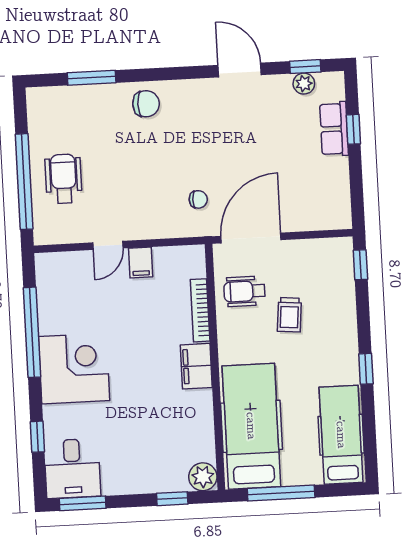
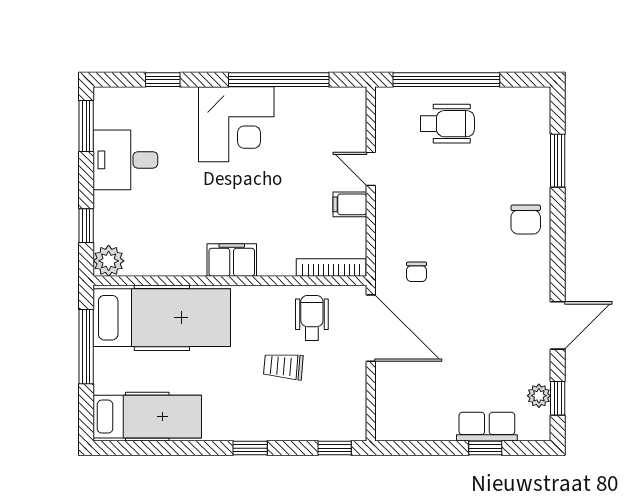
bookcase: (200, 310) -> (331, 267), moved
window: (366, 369) -> (250, 448), moved
desk: (72, 469) -> (125, 160), moved

